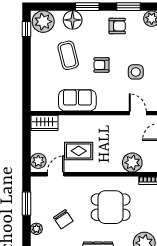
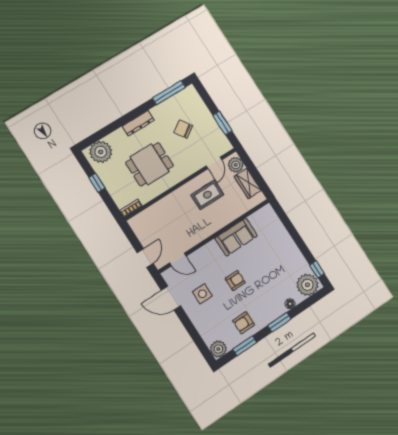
floor lamp: (73, 20) -> (290, 304), width x0.53, depth x0.53
coffee table: (68, 55) -> (269, 270), removed
wardrobe: (45, 123) -> (248, 183), moved, turned -90
plant: (132, 163) -> (155, 214), removed
plant: (36, 229) -> (201, 107), removed

